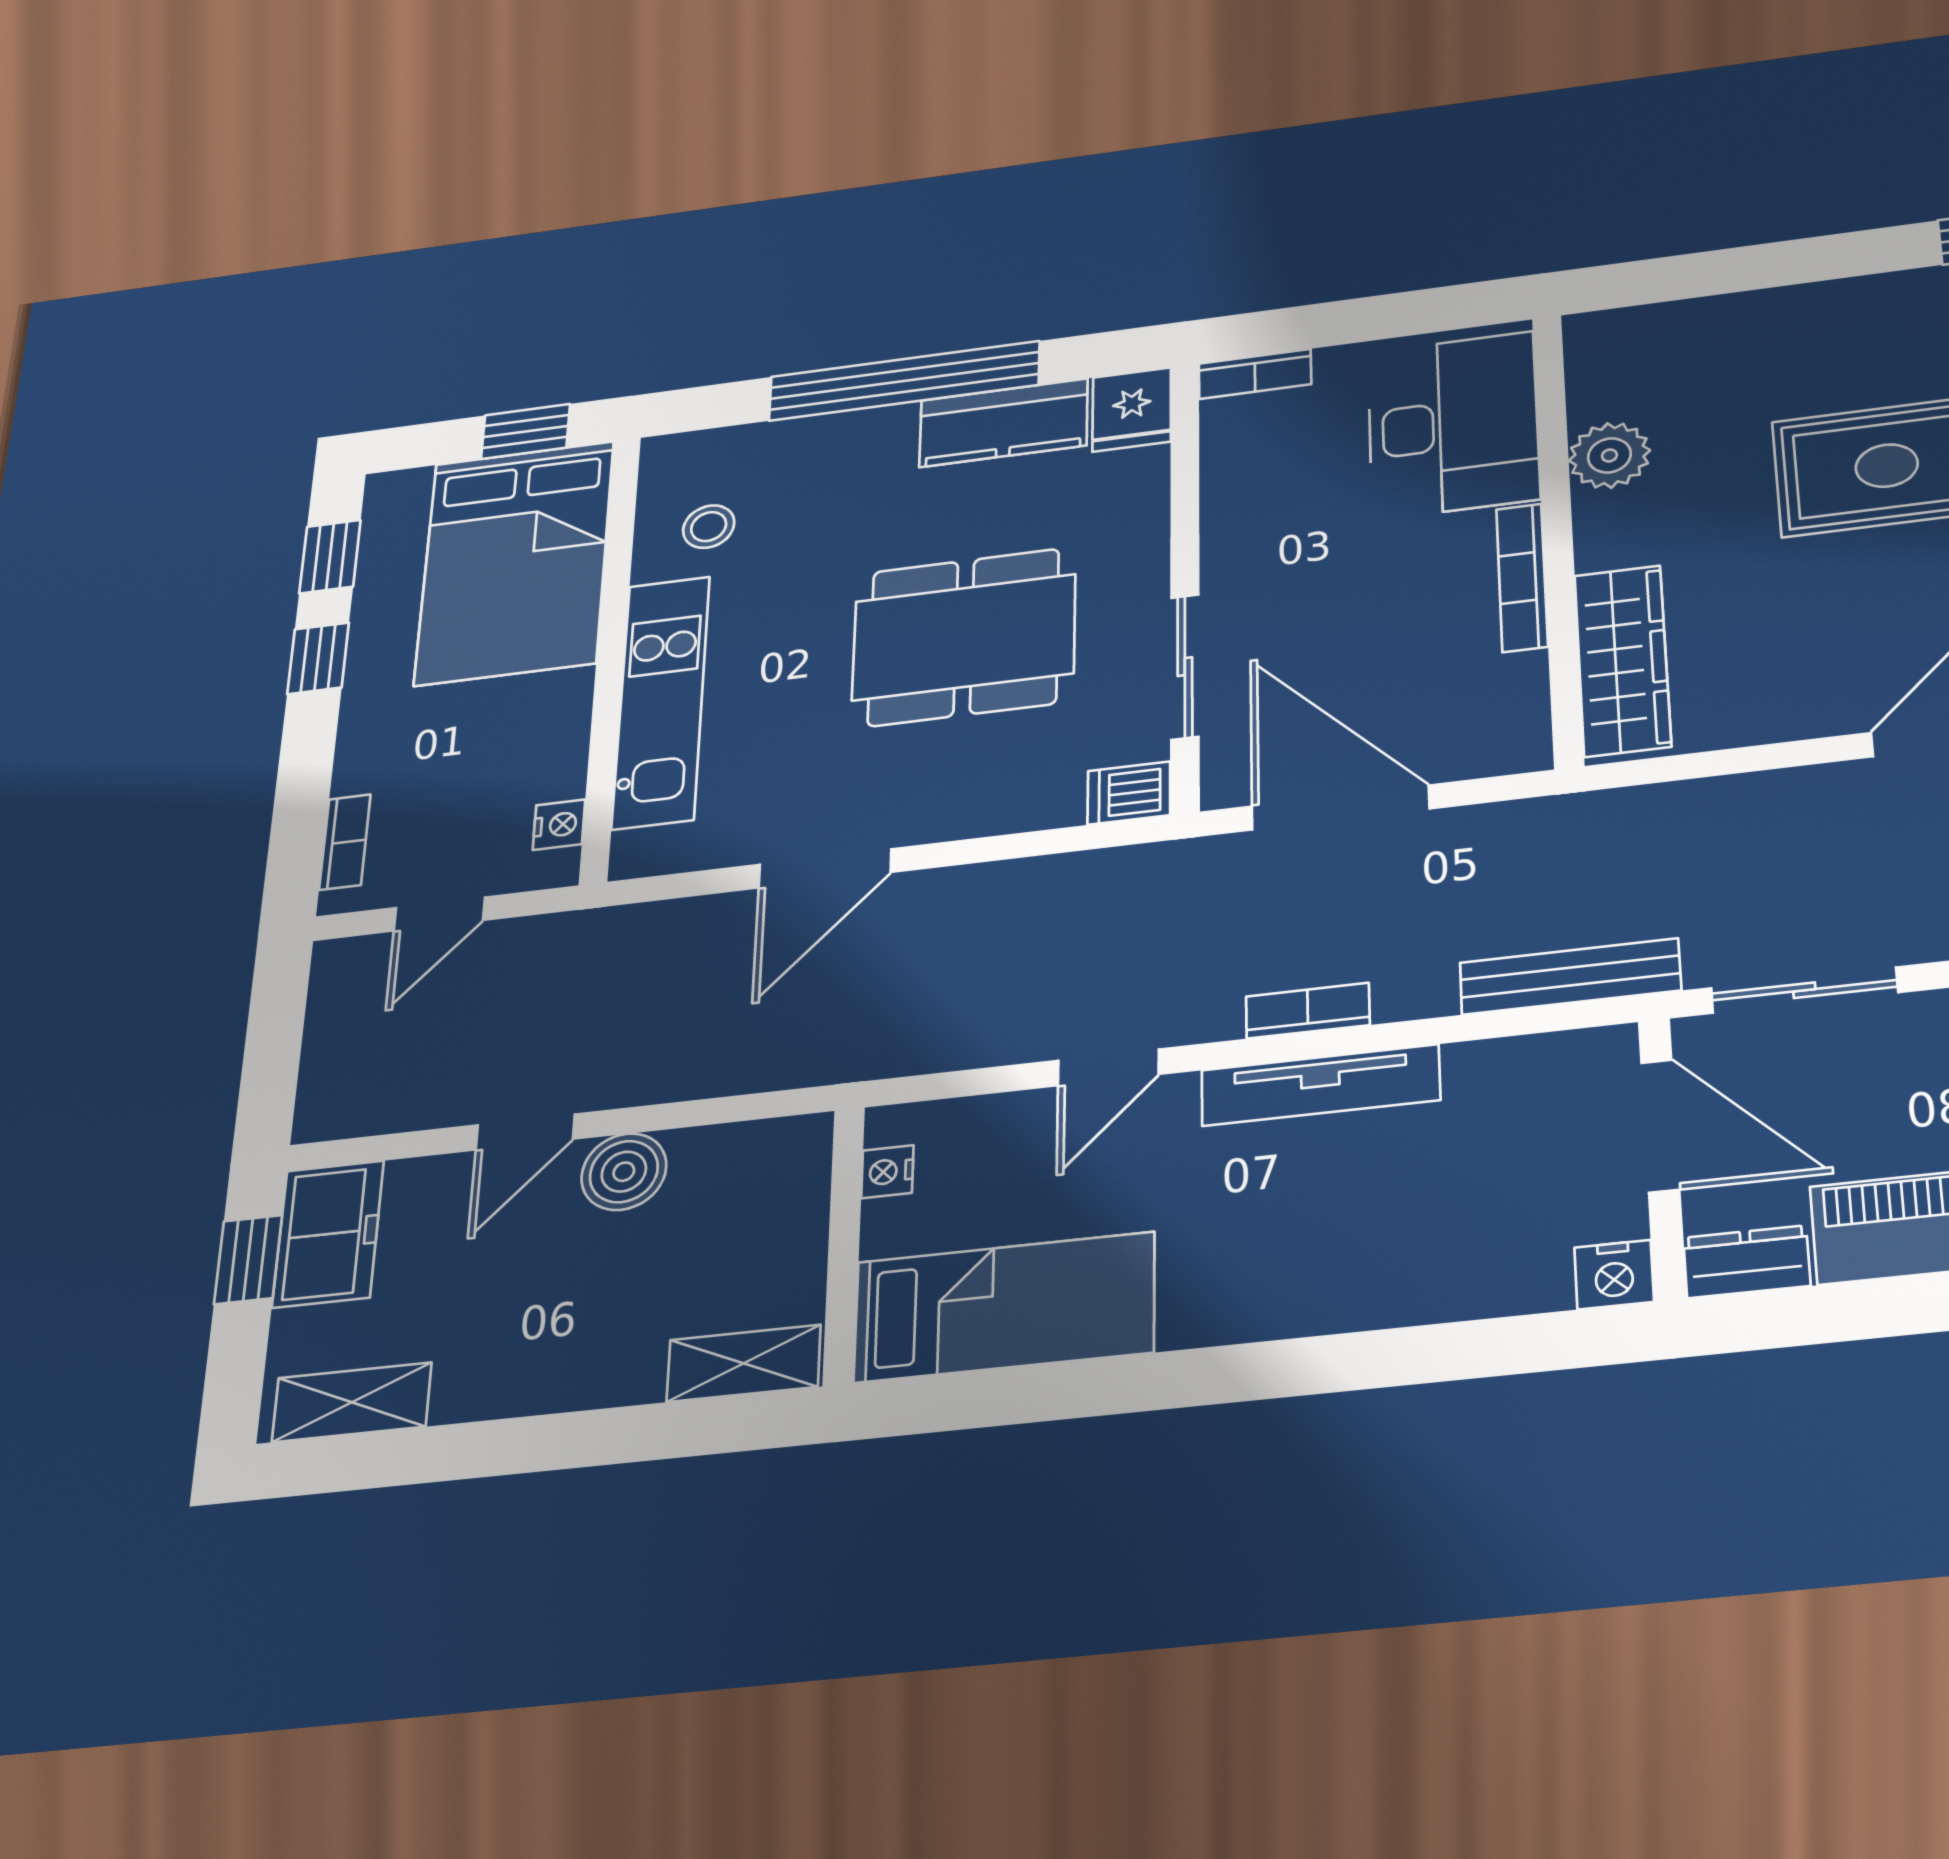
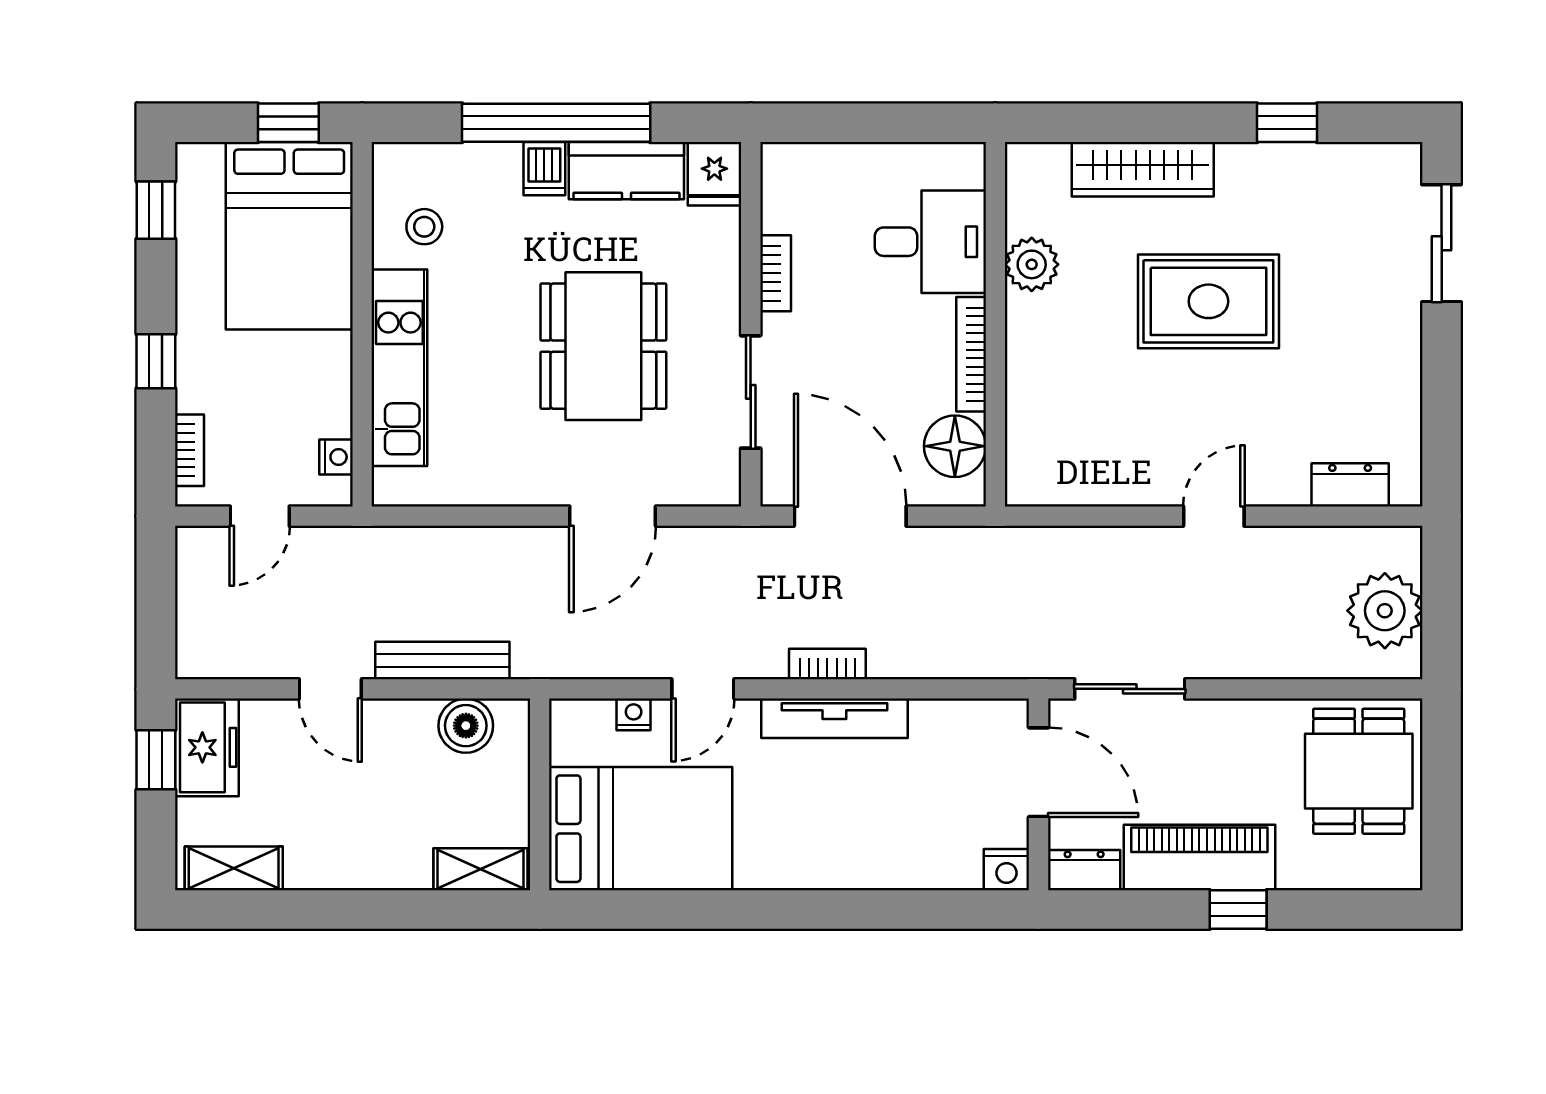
bookcase: (1255, 374) -> (776, 273), moved, turned -90
desk: (1453, 425) -> (930, 242), width x0.73
dining table: (964, 637) -> (603, 346), turned 90
window: (318, 658) -> (156, 361), moved
wardrobe: (1622, 660) -> (1143, 169), moved, turned 90
floor lamp: (1502, 697) -> (955, 446), added
dishwasher: (1129, 793) -> (544, 169), moved, turned -90
door: (825, 868) -> (613, 516), moved
bench: (1570, 976) -> (442, 661), moved
door: (525, 1132) -> (330, 689), hinge flipped
boiler: (624, 1172) -> (466, 726), moved
nightstand: (887, 1172) -> (634, 714), moved, turned 90
bed: (1004, 1307) -> (641, 829), width x1.50

